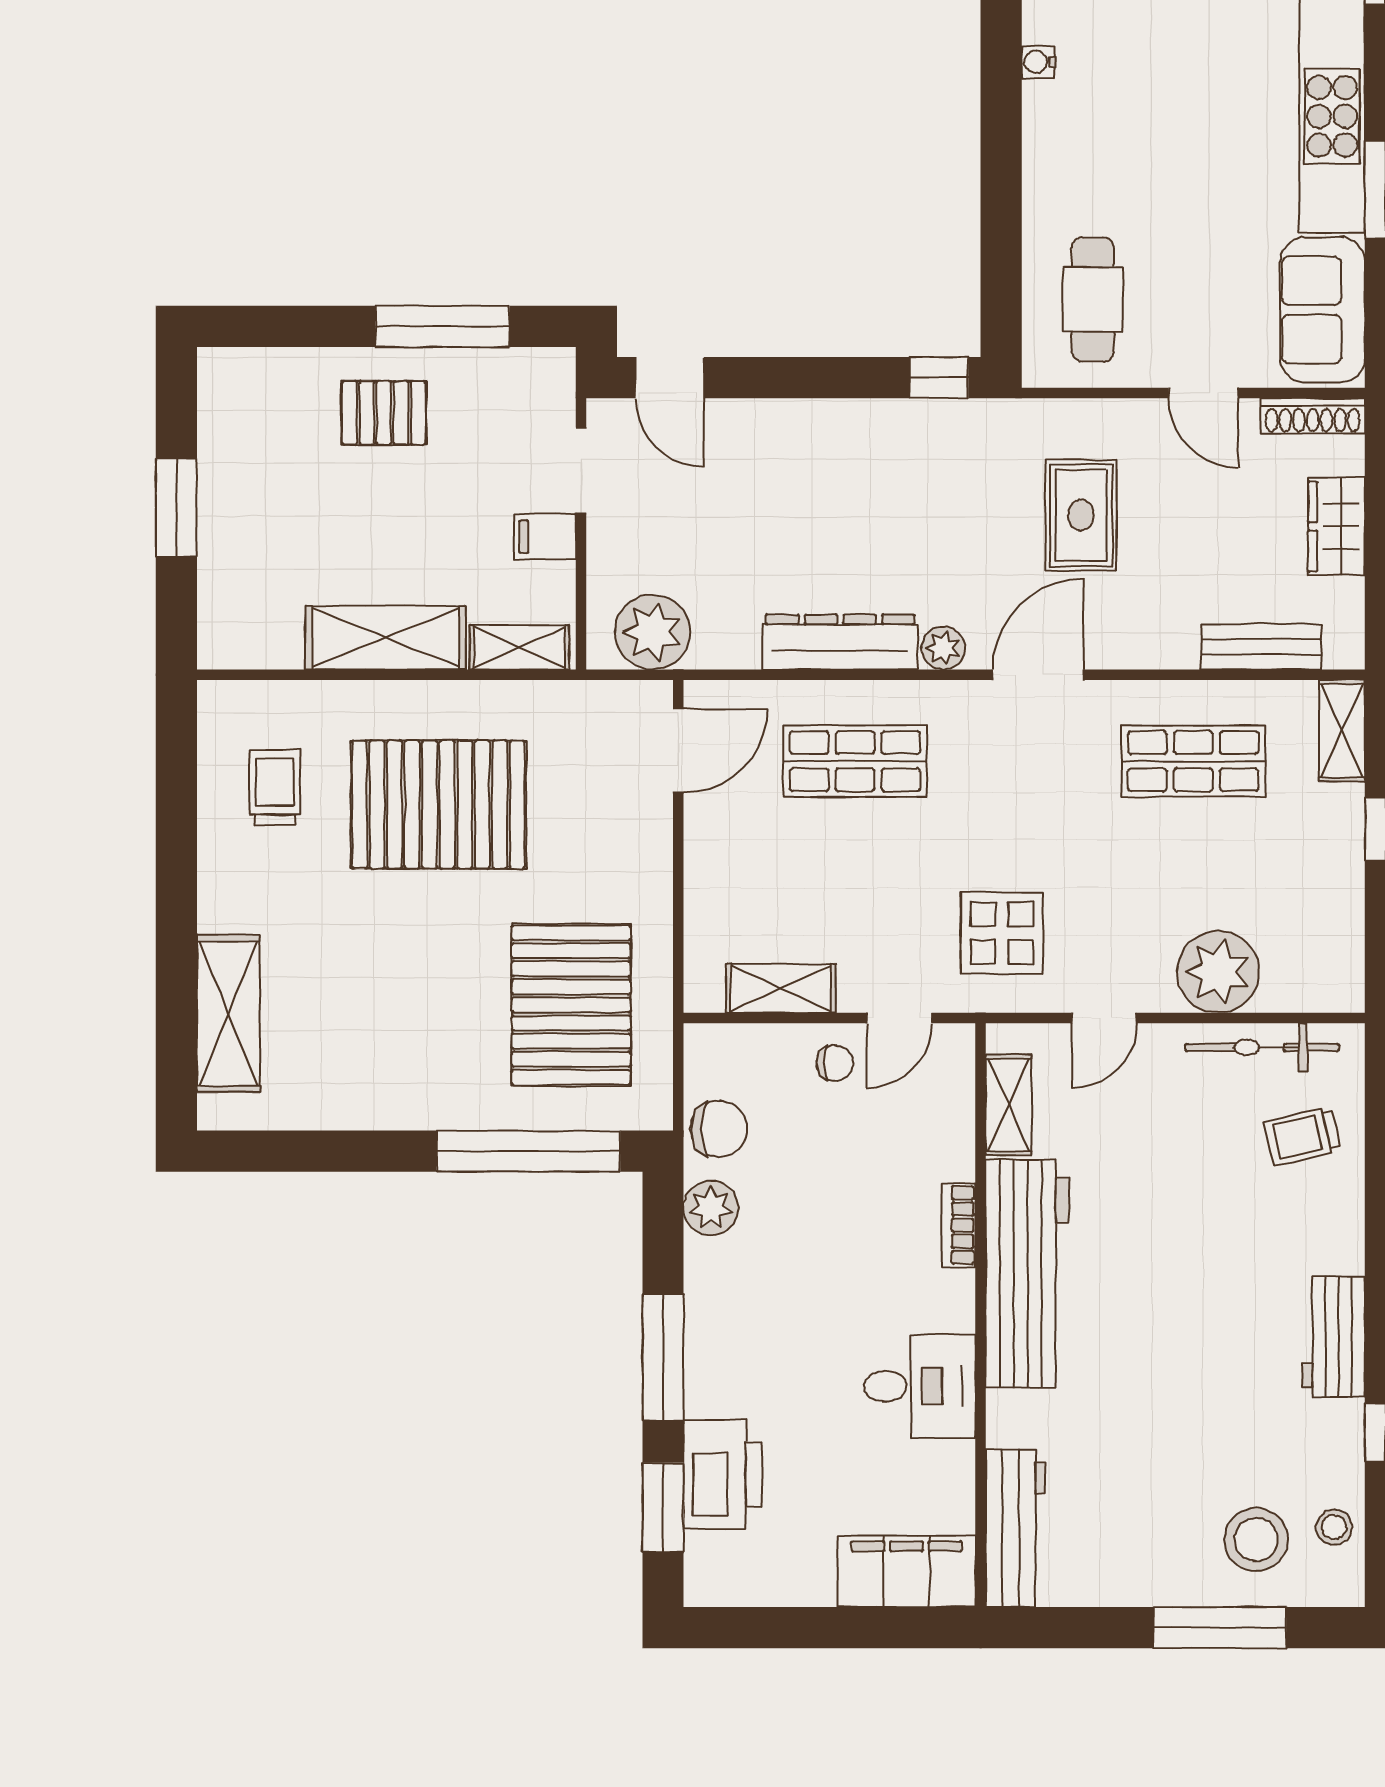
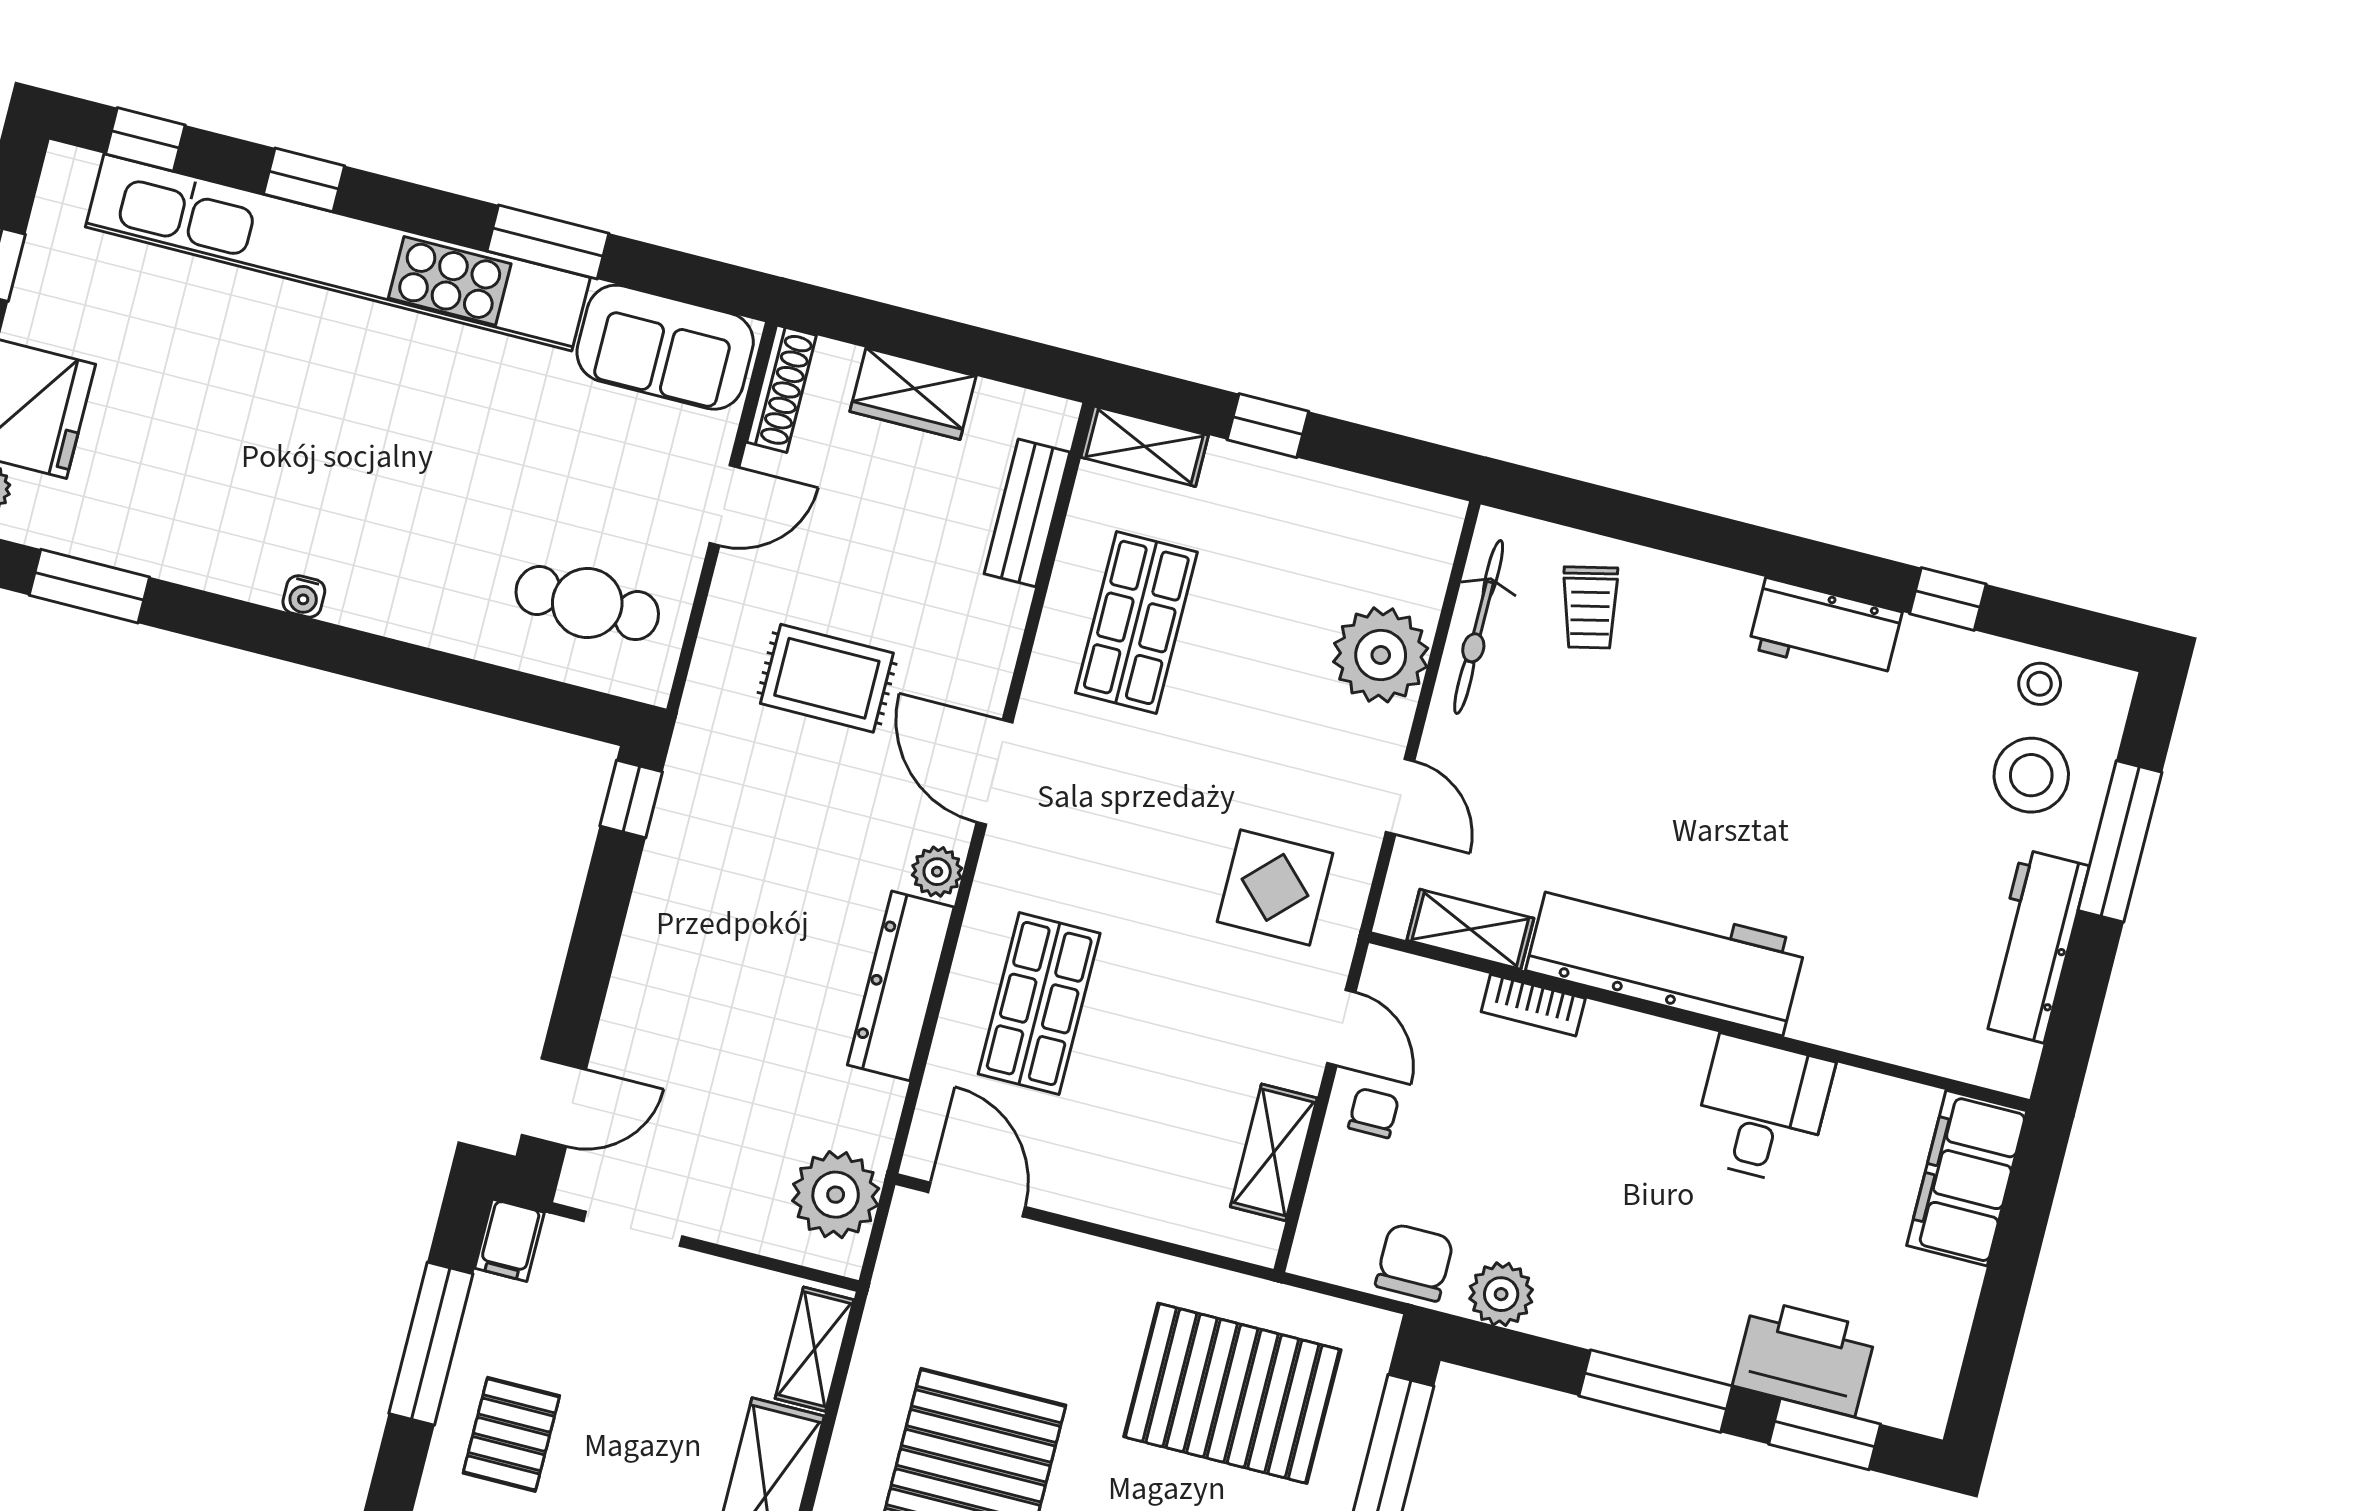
filing cabinet: (545, 537) -> (509, 1240), moved
bookcase: (959, 1225) -> (1533, 1005), moved
workbench: (1015, 1528) -> (2033, 946), moved, turned -90

